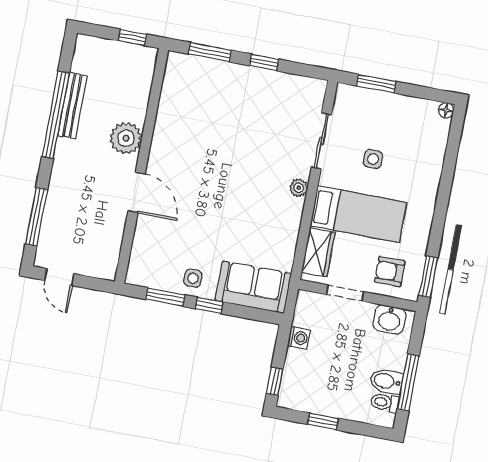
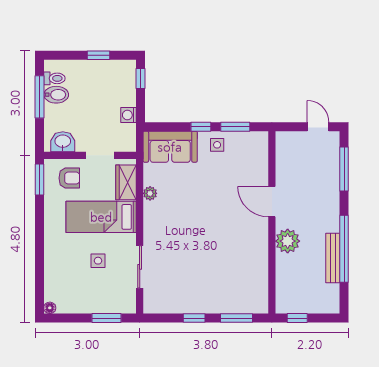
plant: (299, 188) -> (150, 193), moved

